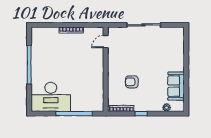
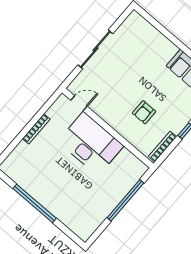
door: (106, 42) -> (79, 103), swing flipped
desk: (51, 97) -> (91, 144), moved, turned -90

